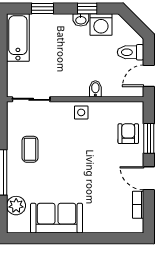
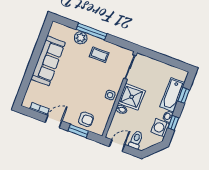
bathtub: (18, 38) -> (172, 95), moved, turned 90
door: (149, 76) -> (117, 146), hinge flipped
shower: (72, 81) -> (132, 97), added
plant: (16, 206) -> (81, 38), moved
sofa: (57, 218) -> (48, 61), width x1.36

